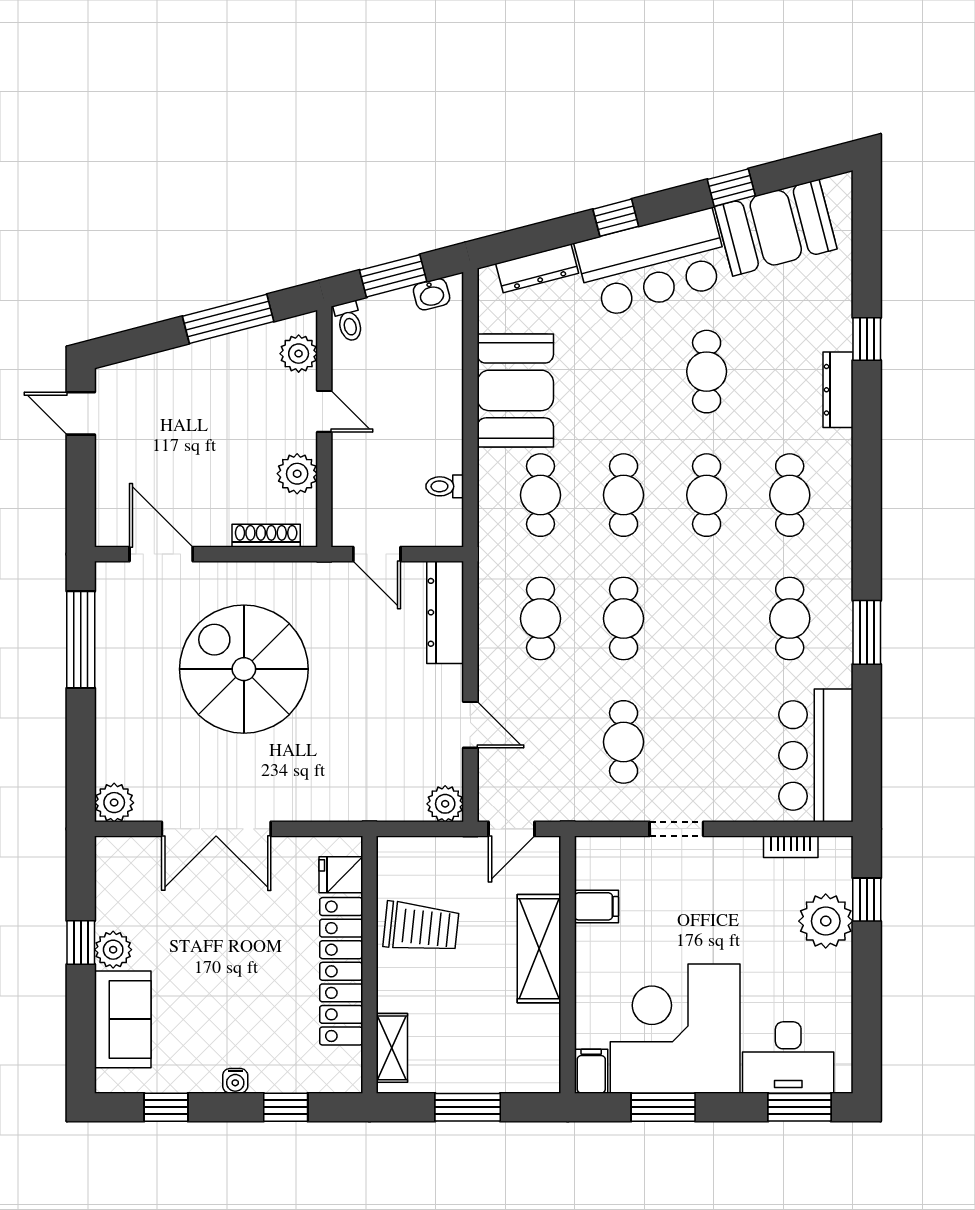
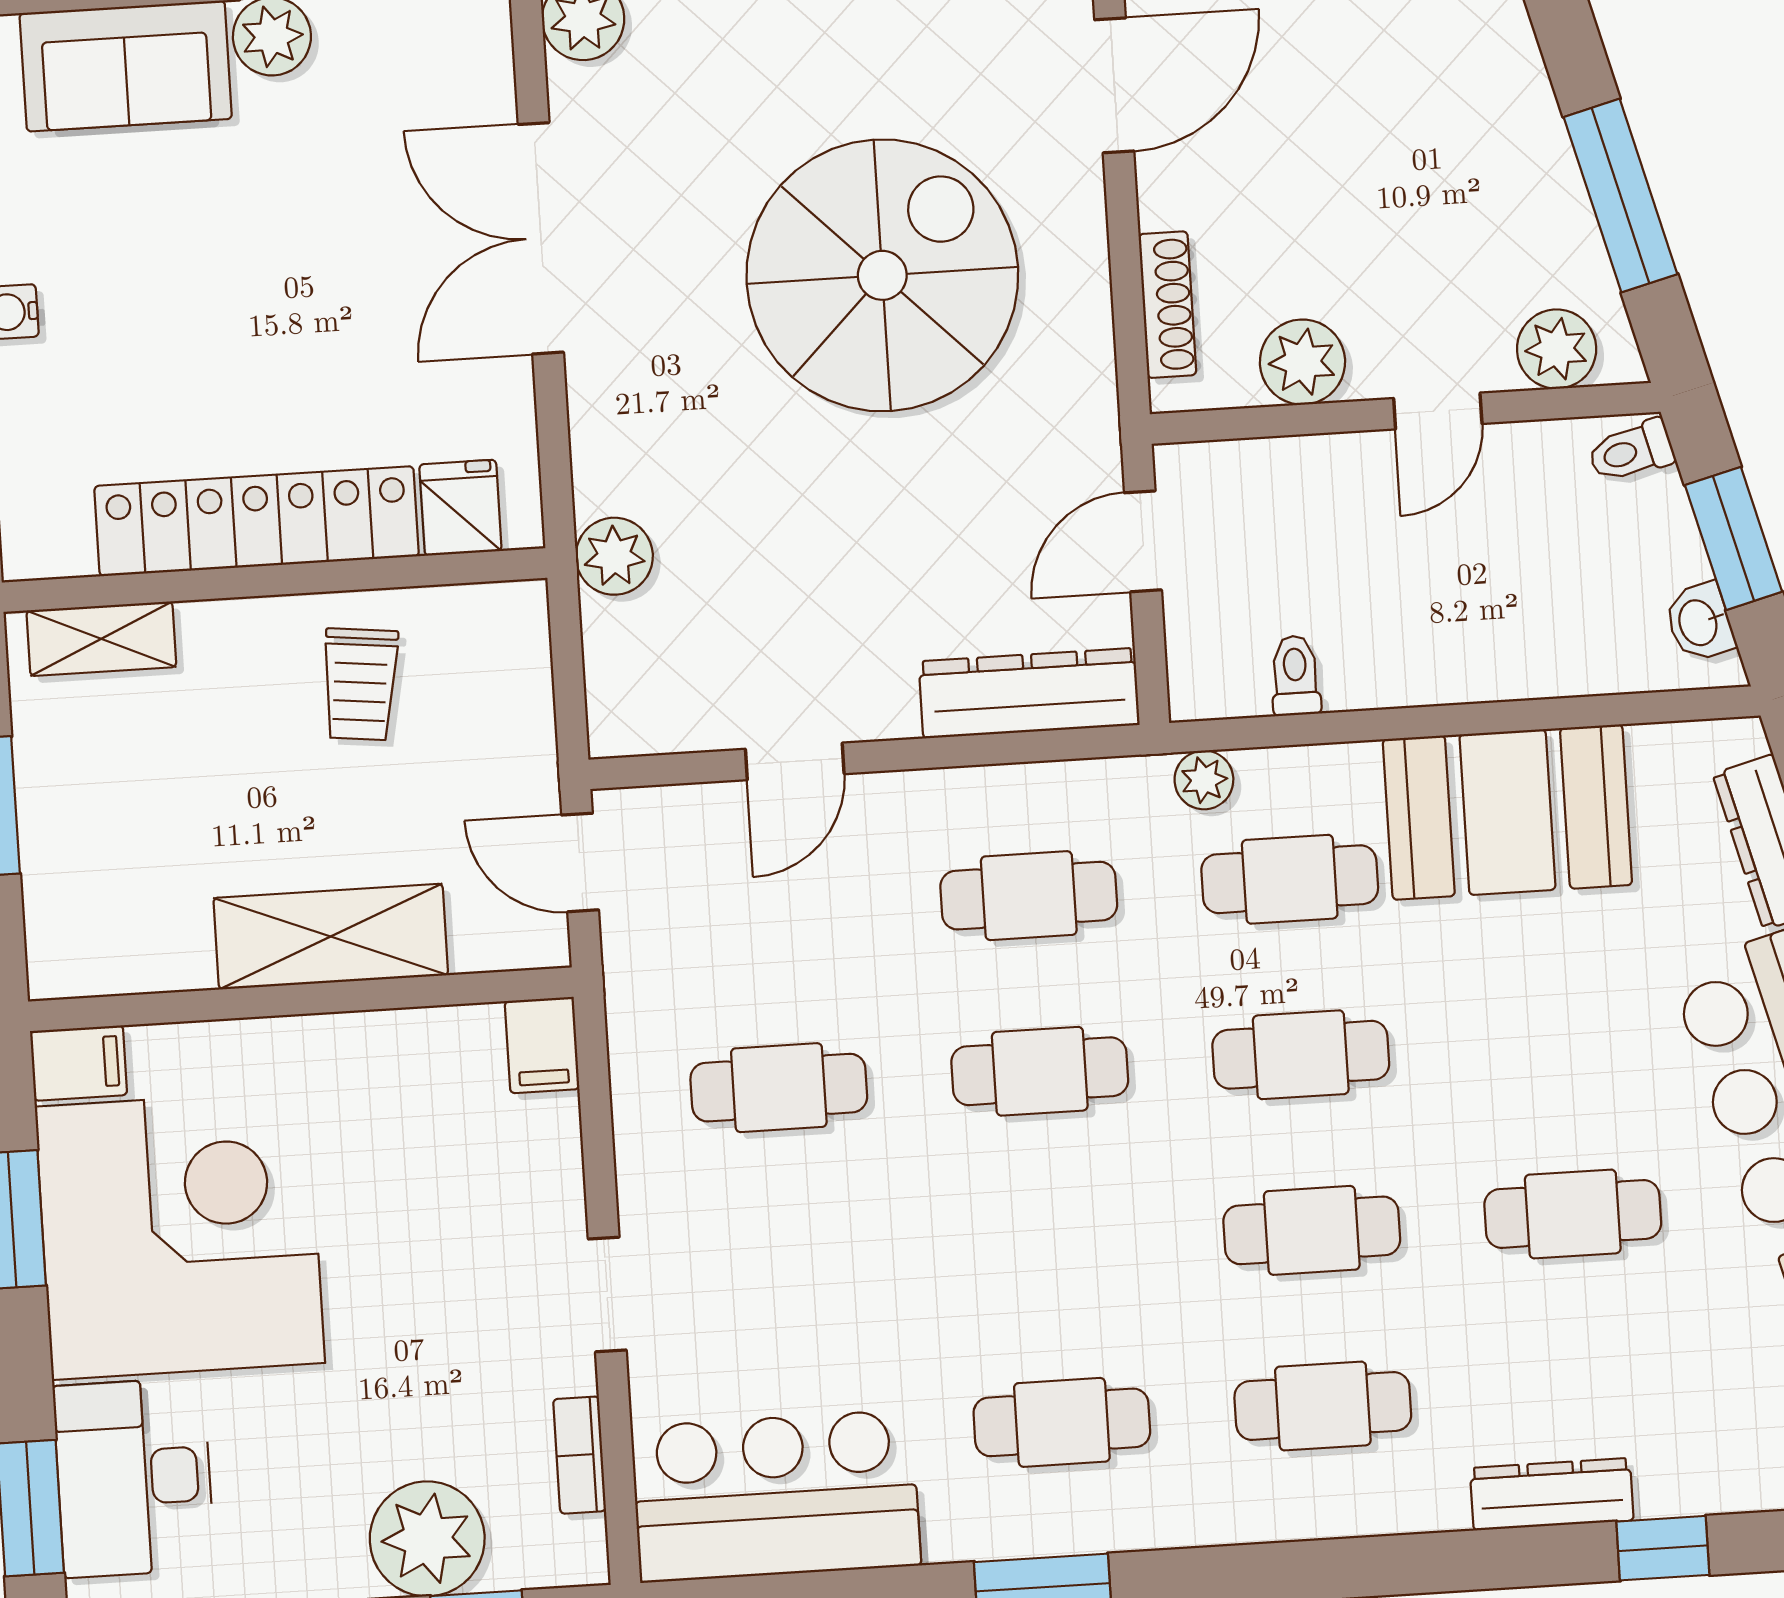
plant: (491, 532) -> (1204, 780), added
plant: (445, 804) -> (614, 556), moved
doorway: (676, 829) -> (607, 1294), moved
filing cabinet: (596, 906) -> (542, 1045), moved
trolley: (421, 927) -> (360, 684), width x0.73, depth x0.72

